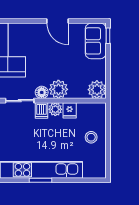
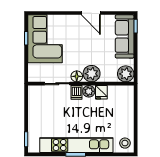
sofa: (96, 41) -> (125, 36), width x1.36
stool: (91, 137) -> (125, 143), moved

